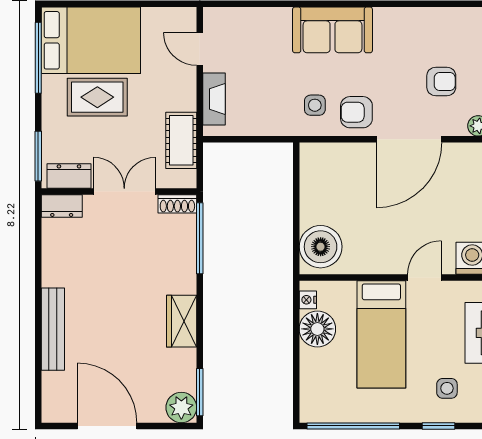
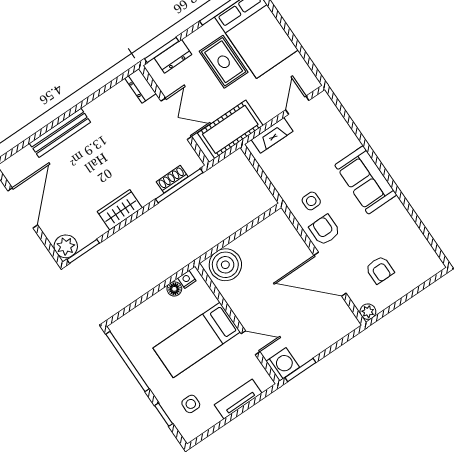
cot: (181, 140) -> (230, 129), width x1.37, depth x1.34
dresser: (69, 176) -> (173, 56), moved, turned 90
shoe rack: (177, 204) -> (172, 179), moved, turned 90
floor lamp: (317, 329) -> (174, 289), width x0.53, depth x0.53

